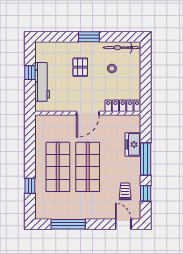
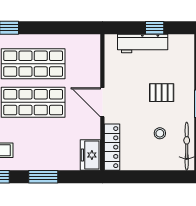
freezer: (133, 144) -> (90, 155), moved, turned -90
window: (146, 159) -> (43, 177), width x0.69

